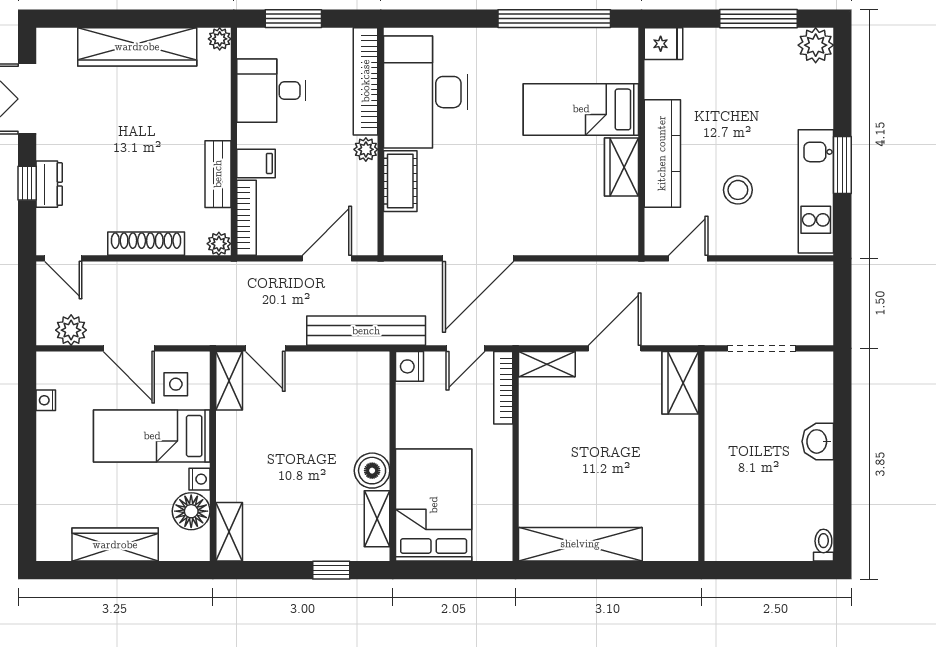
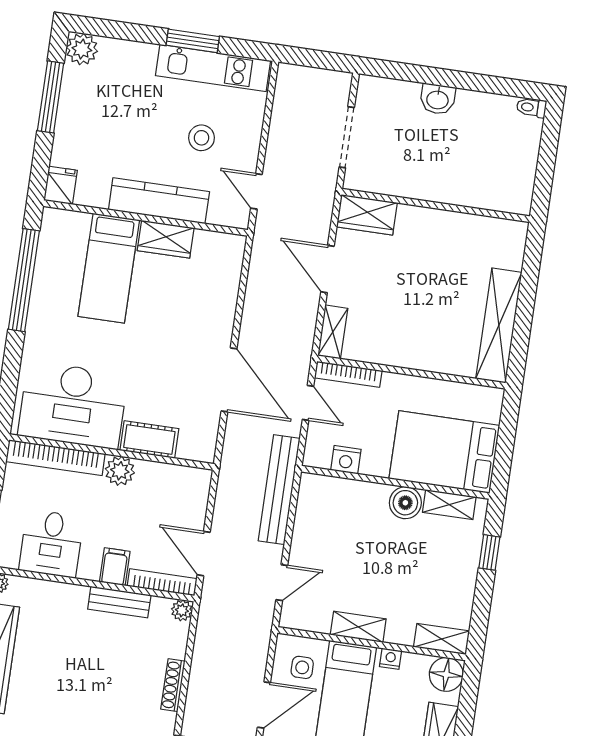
plant: (366, 149) -> (120, 471), width x1.38, depth x1.38
shoe rack: (146, 244) -> (173, 685), width x0.74, depth x0.81
door: (327, 258) -> (204, 554), moved
nightstand: (410, 366) -> (346, 460), moved
shelving: (229, 381) -> (358, 627), moved
floor lamp: (191, 511) -> (446, 674), moved

